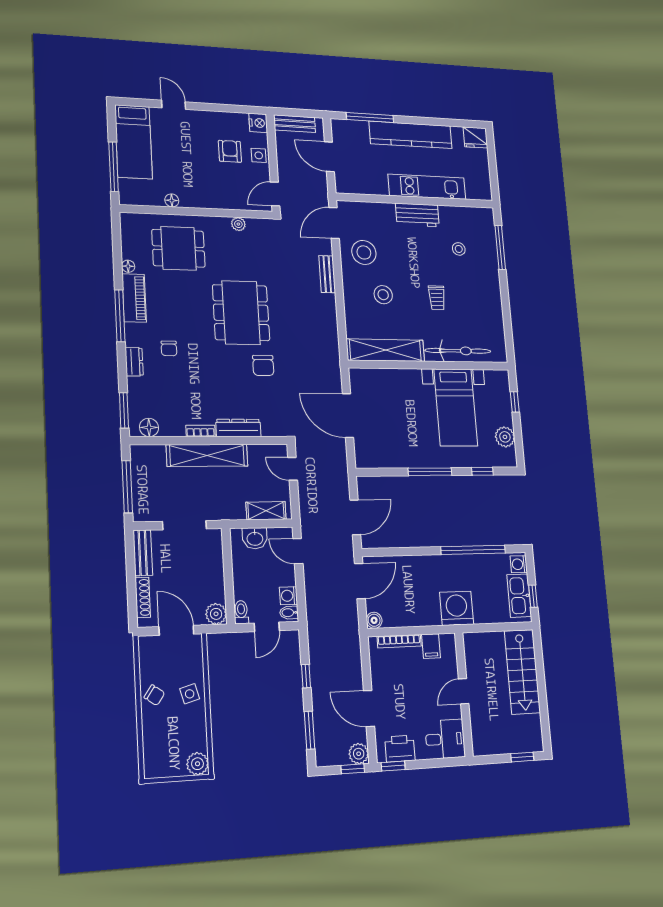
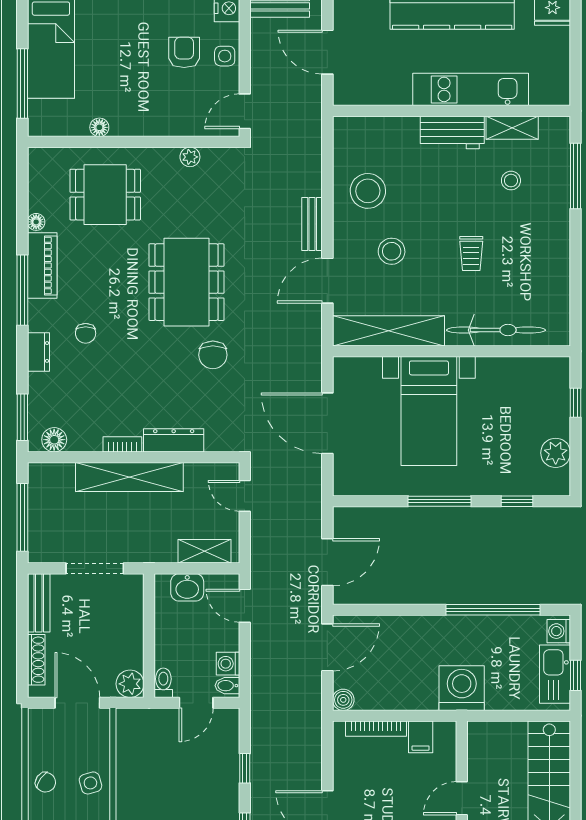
shelving: (456, 214) -> (512, 128), added
door: (334, 223) -> (327, 281), moved
bed with nightstands: (456, 407) -> (429, 411), moved

